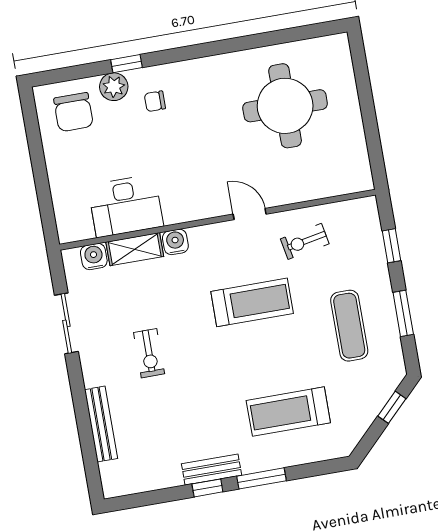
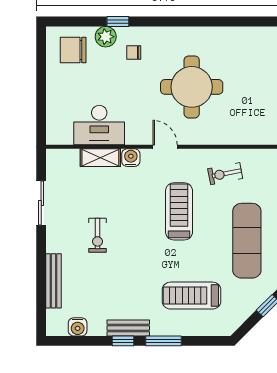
round table: (285, 106) -> (192, 87), moved
chair: (74, 112) -> (73, 50), turned 90
door: (250, 214) -> (165, 147), moved
water cooler: (94, 257) -> (78, 327), moved, turned 180
treadmill: (252, 302) -> (179, 211), turned -90
exercise mat: (349, 326) -> (247, 241), width x1.36, depth x1.45

